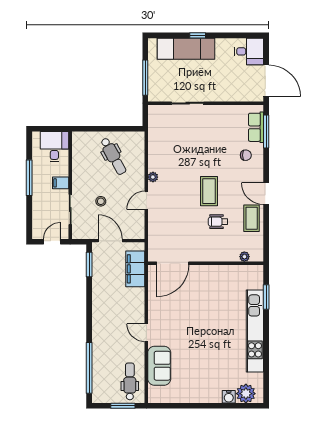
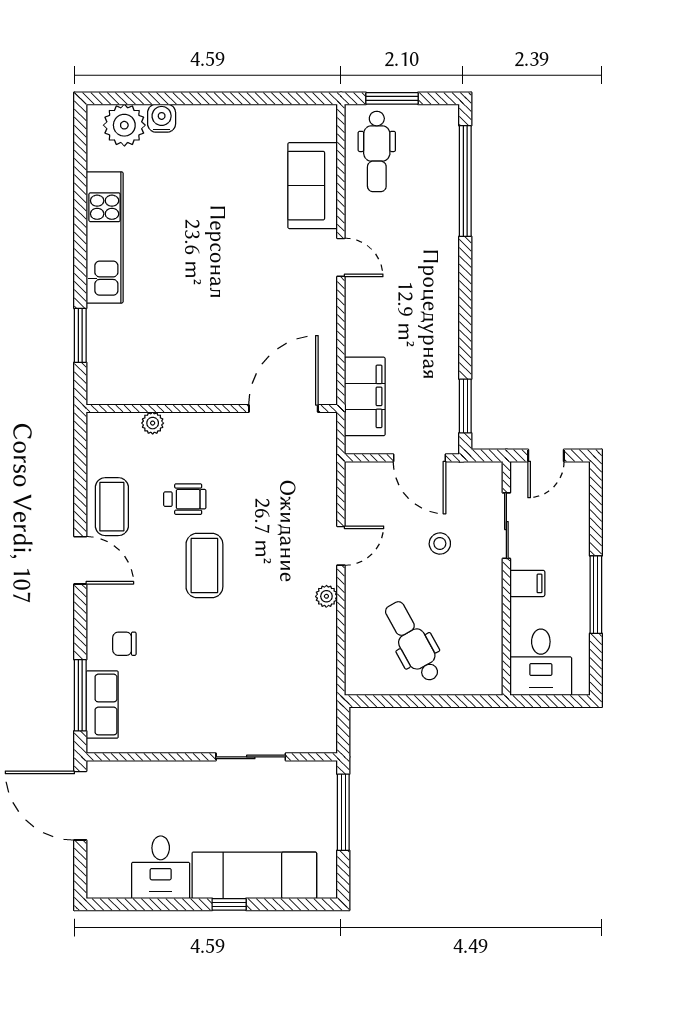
desk: (249, 51) -> (161, 867), moved, turned -90
plant: (244, 257) -> (153, 423), moved
kitchen unit: (255, 331) -> (105, 237), width x0.73

